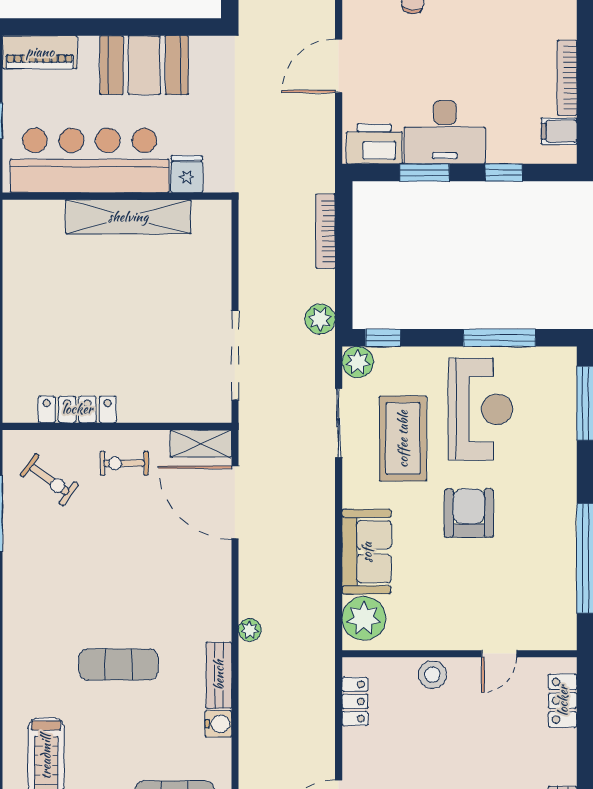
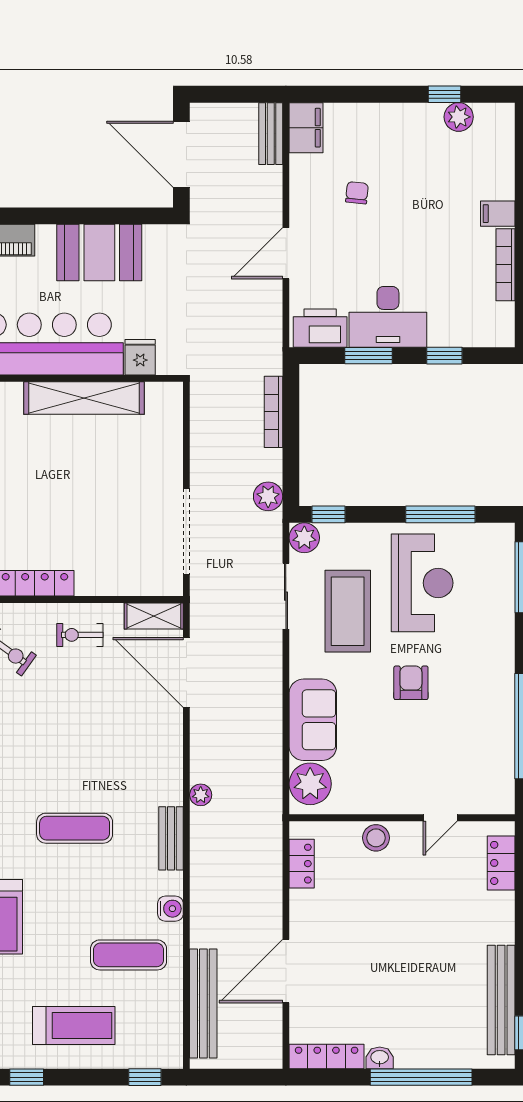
filing cabinet: (559, 131) -> (498, 214), moved
armchair: (469, 513) -> (411, 683), width x0.72, depth x0.72
water cooler: (218, 724) -> (170, 909), moved

